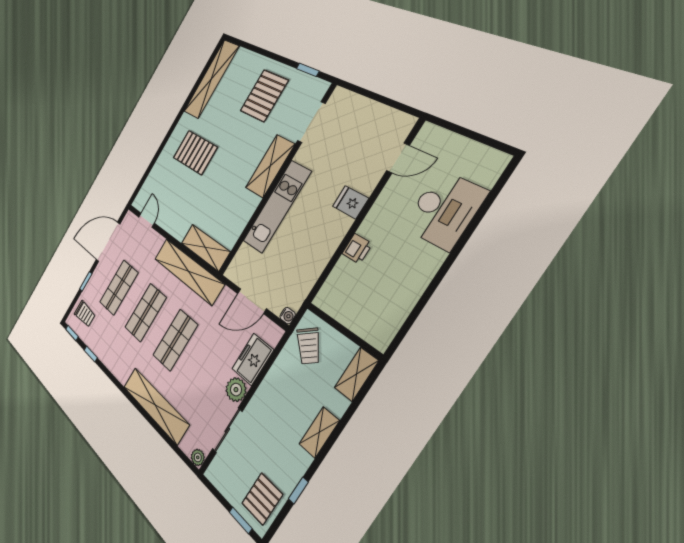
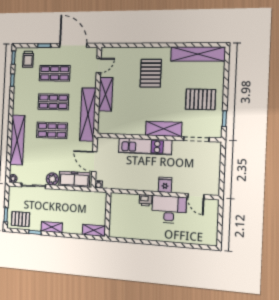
desk: (444, 210) -> (169, 210), moved, turned 180
shelving: (205, 247) -> (106, 94), moved
trolley: (309, 346) -> (92, 203), removed
freezer: (253, 359) -> (74, 179), width x1.40
shelving: (319, 432) -> (52, 227), moved

